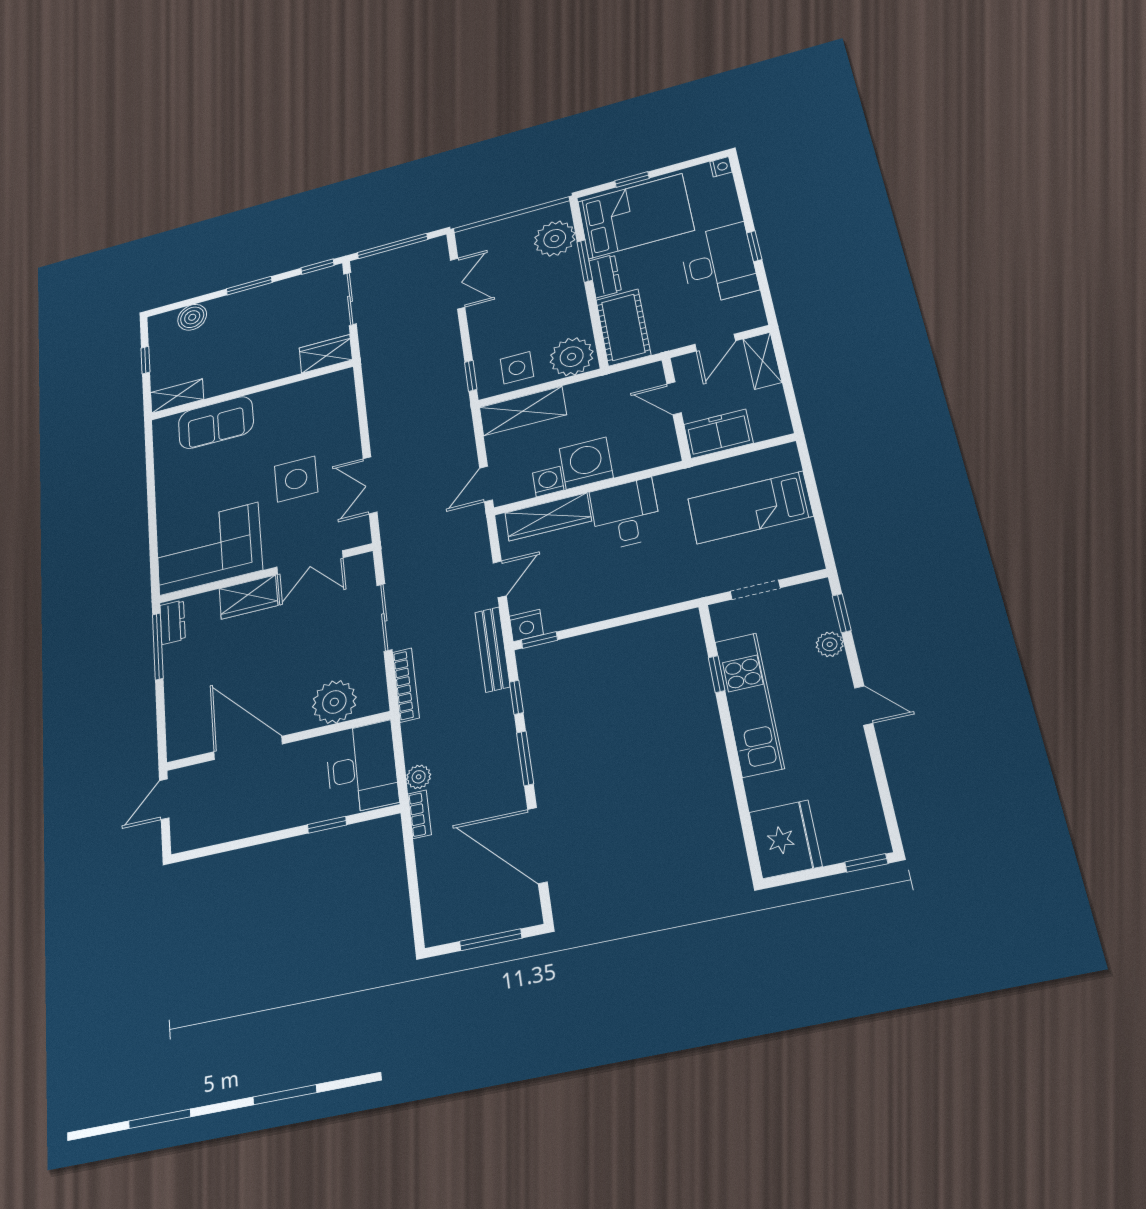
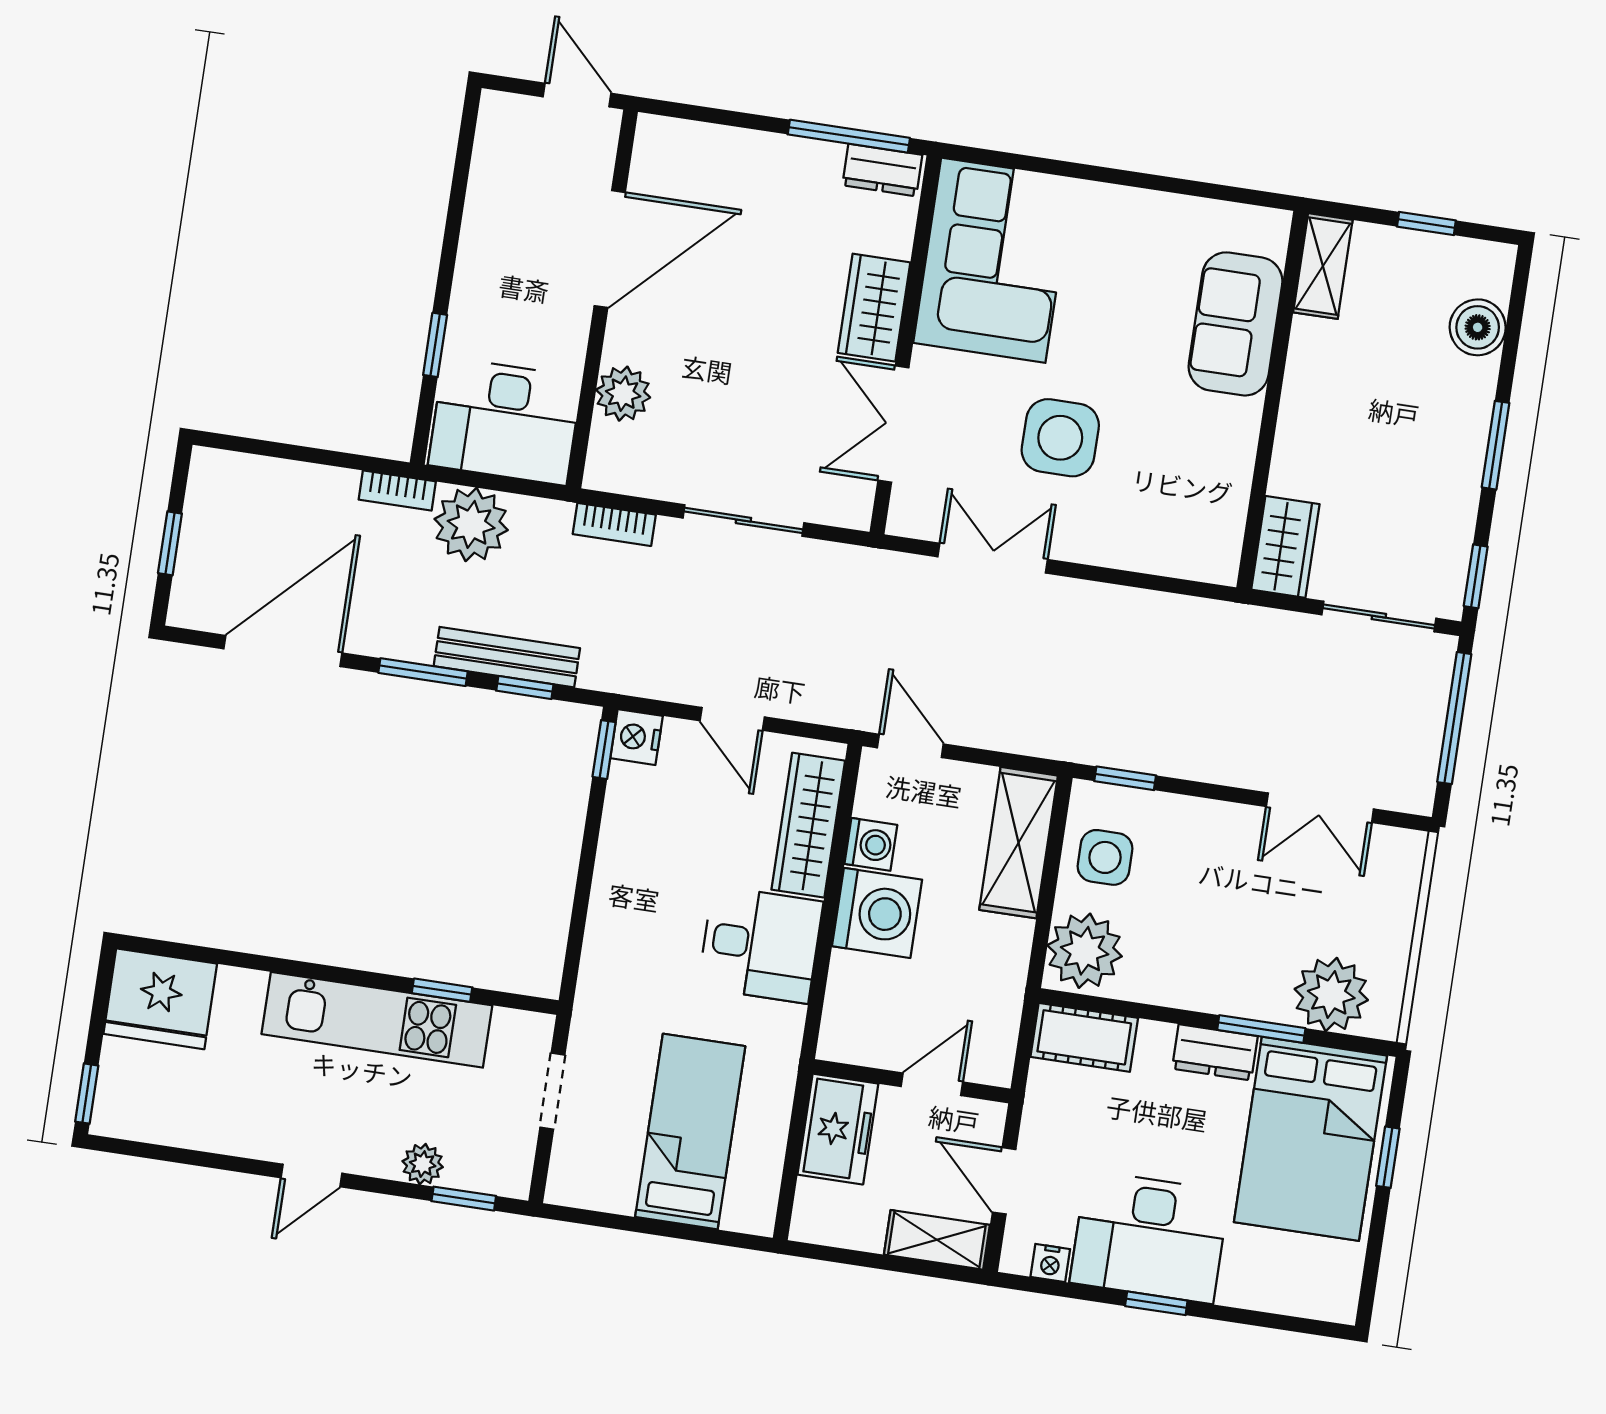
nightstand: (721, 167) -> (1050, 1263), moved
cot: (623, 327) -> (1084, 1037), width x0.73, depth x0.75
bench: (492, 649) -> (507, 657), moved
bookcase: (406, 685) -> (614, 524), width x0.64
plant: (334, 702) -> (623, 394), width x0.73, depth x0.73
plant: (419, 777) -> (471, 524), width x1.87, depth x1.87
window: (491, 940) -> (170, 543), width x0.67

